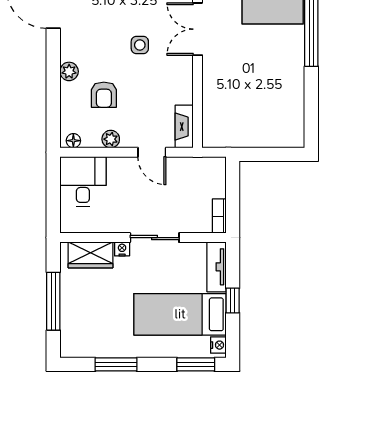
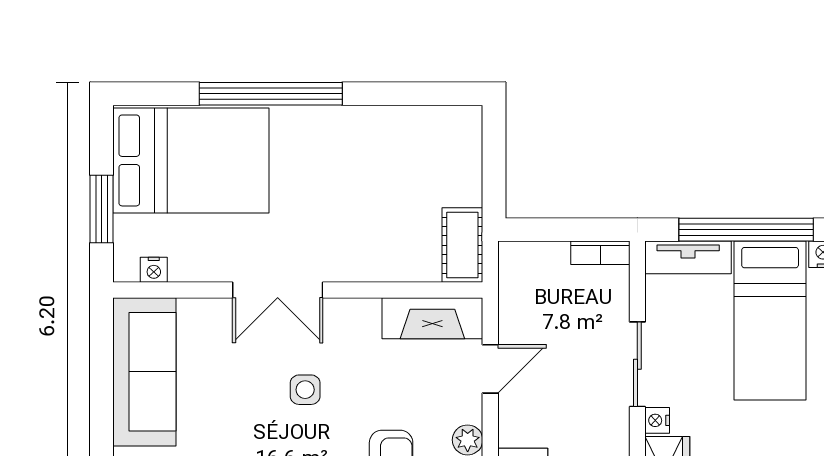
fireplace: (184, 127) -> (432, 318), width x1.37, depth x1.32
cot: (224, 136) -> (462, 245), added
window: (233, 301) -> (746, 230), width x3.17

